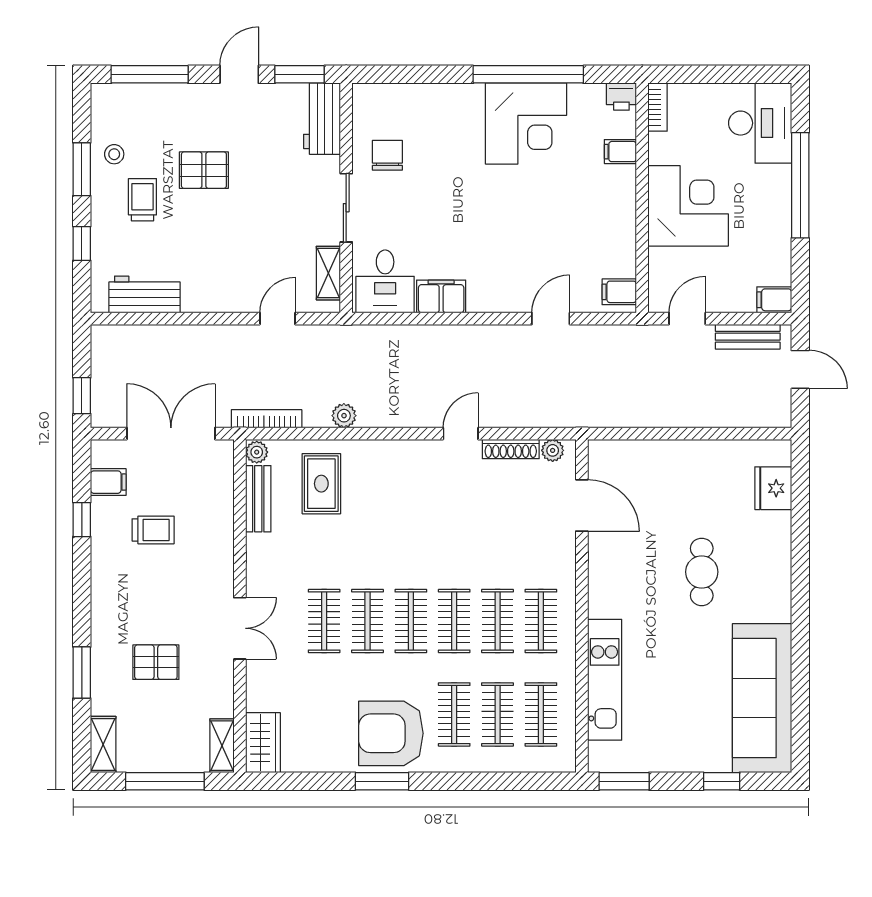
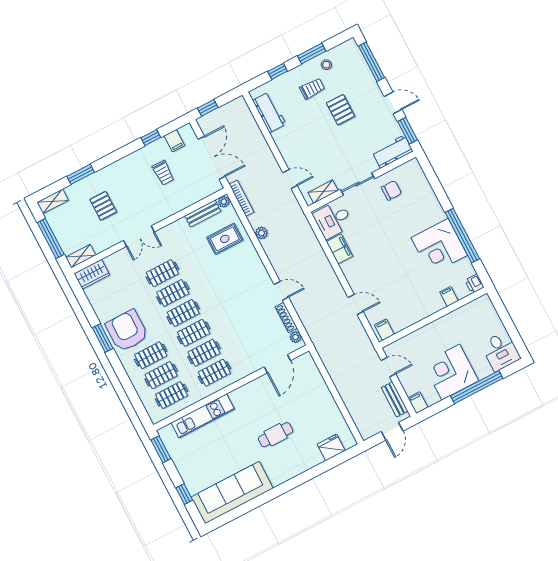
bookcase: (658, 107) -> (478, 303), removed
desk: (760, 123) -> (501, 351), width x0.73
corner desk: (688, 206) -> (451, 372), moved, turned 180

